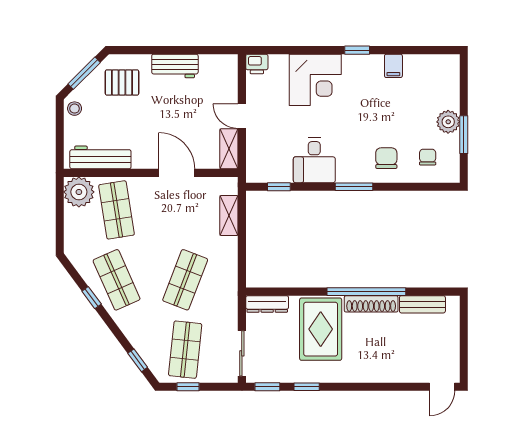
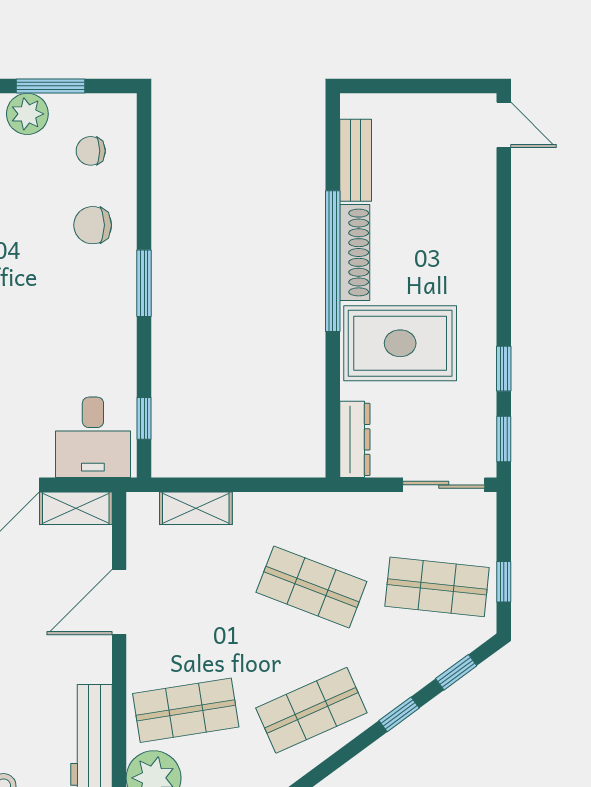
desk: (314, 160) -> (93, 437), moved, turned 90
window: (92, 298) -> (399, 714), moved

